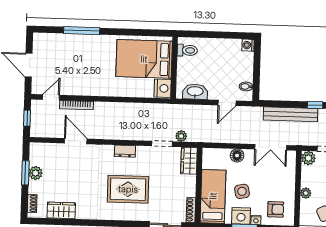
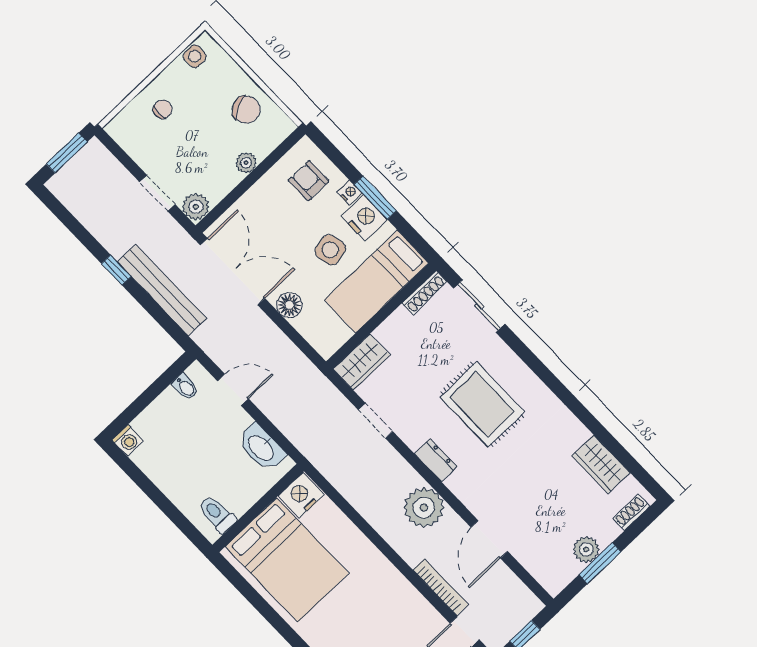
plant: (181, 136) -> (424, 508), moved, width x1.88, depth x1.88
double door: (271, 147) -> (233, 272), width x1.37

